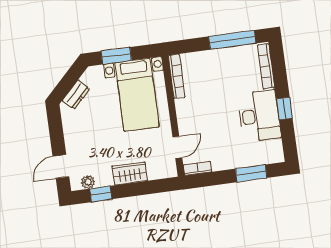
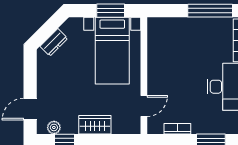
window: (116, 56) -> (111, 11), moved
bookcase: (177, 76) -> (152, 38), removed
bookcase: (197, 168) -> (177, 129), moved

